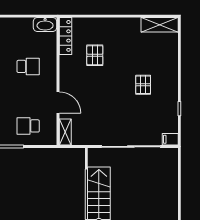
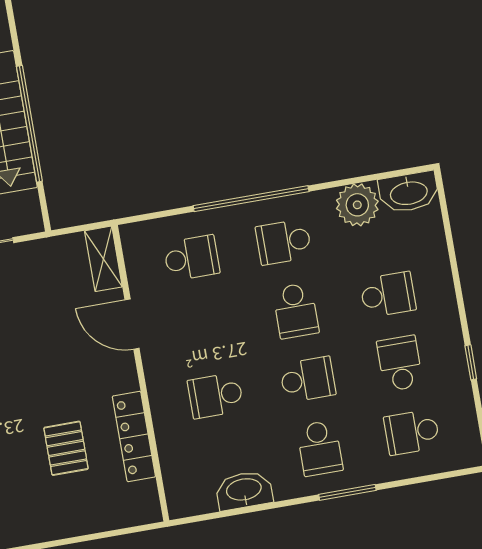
washbasin: (45, 24) -> (244, 490), moved
locker: (65, 36) -> (134, 436), moved

